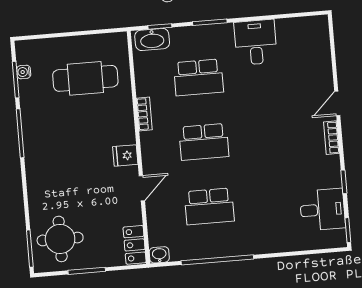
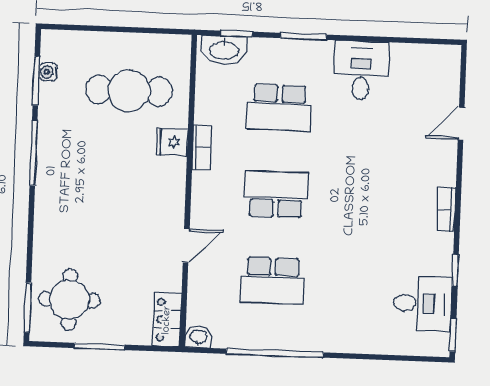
door: (337, 103) -> (461, 124), moved
school desk: (204, 142) -> (276, 194), turned 180
fridge: (125, 155) -> (172, 142), moved

